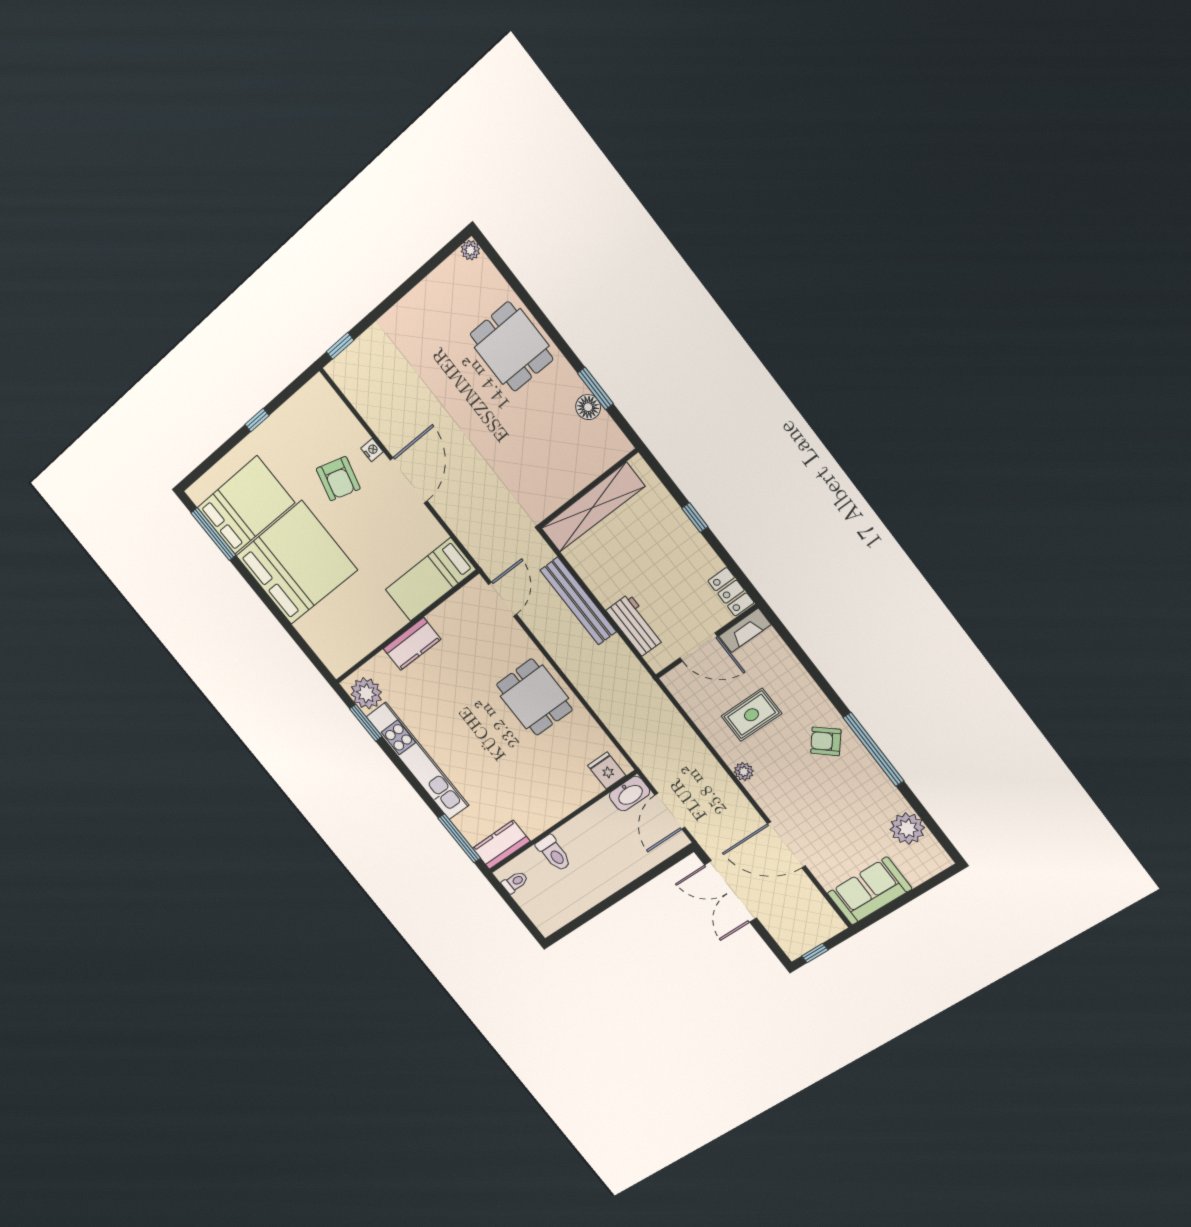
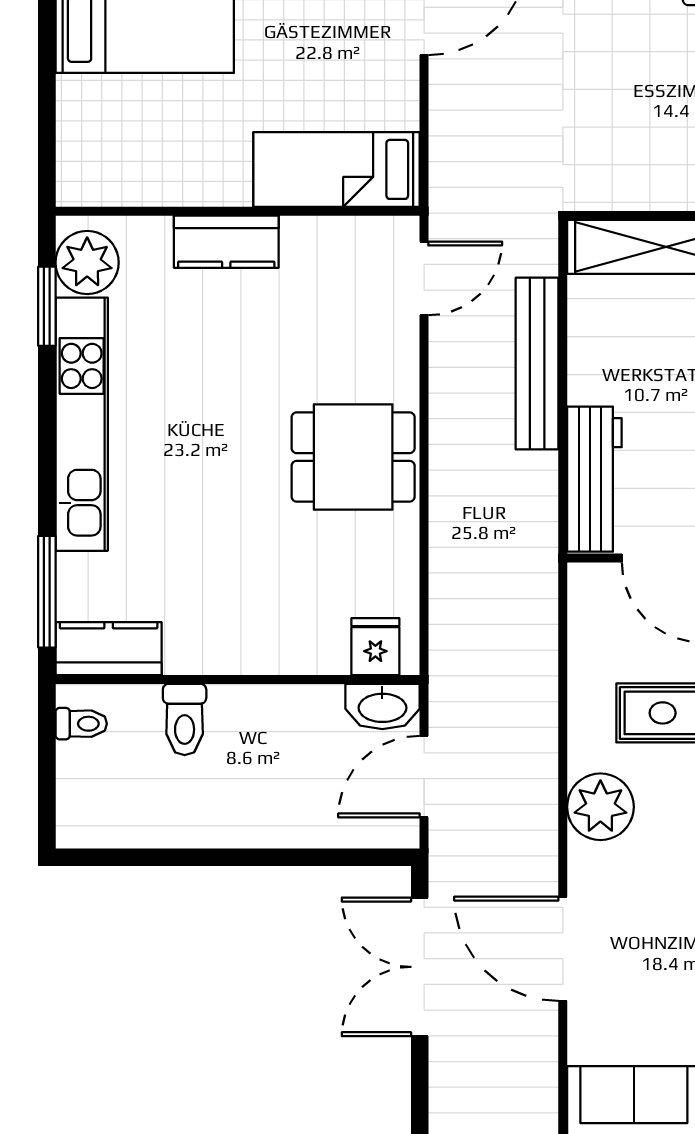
workbench: (635, 625) -> (594, 479), width x1.38
dining table: (534, 697) -> (353, 457), turned 90
plant: (744, 772) -> (600, 807), width x1.87, depth x1.87

